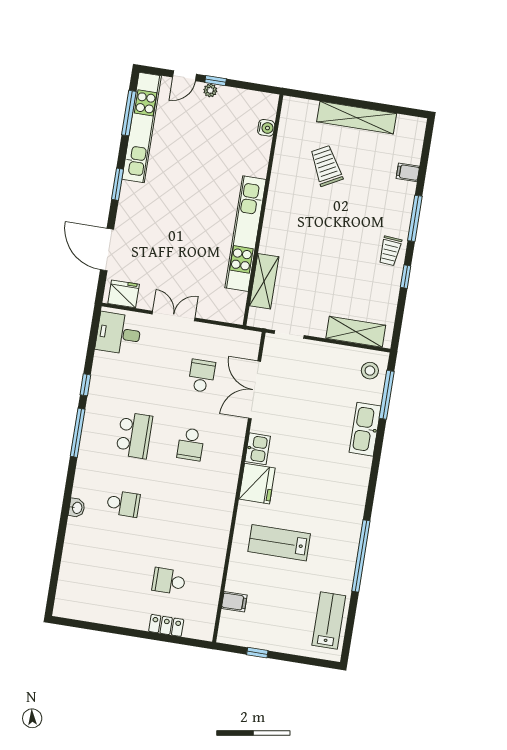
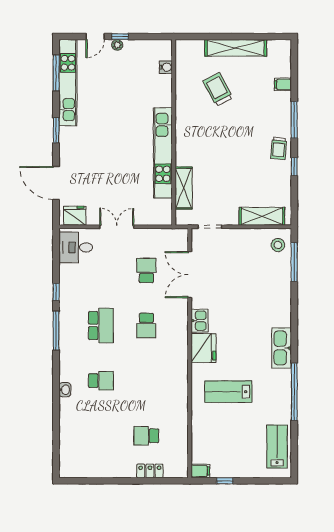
kitchen sink: (365, 429) -> (282, 348), moved
filing cabinet: (234, 602) -> (200, 471), moved

